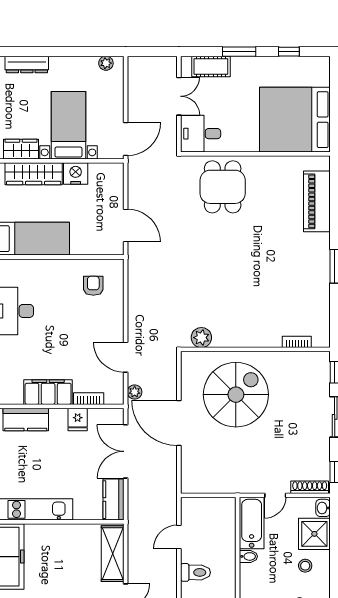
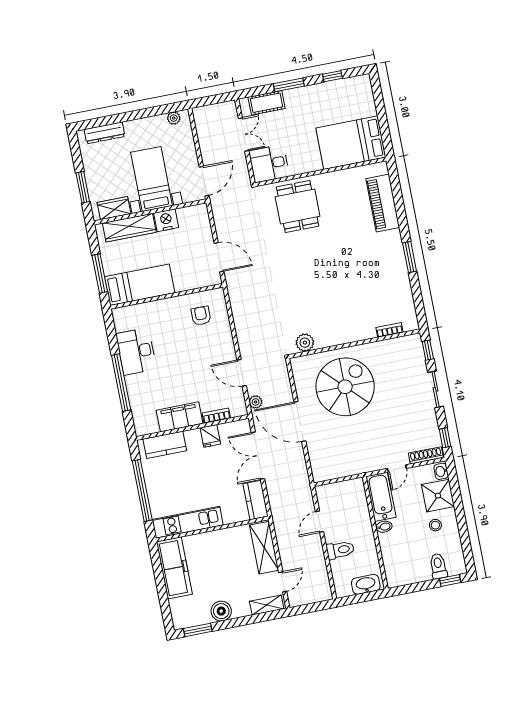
bed: (295, 120) -> (351, 143), width x0.73

